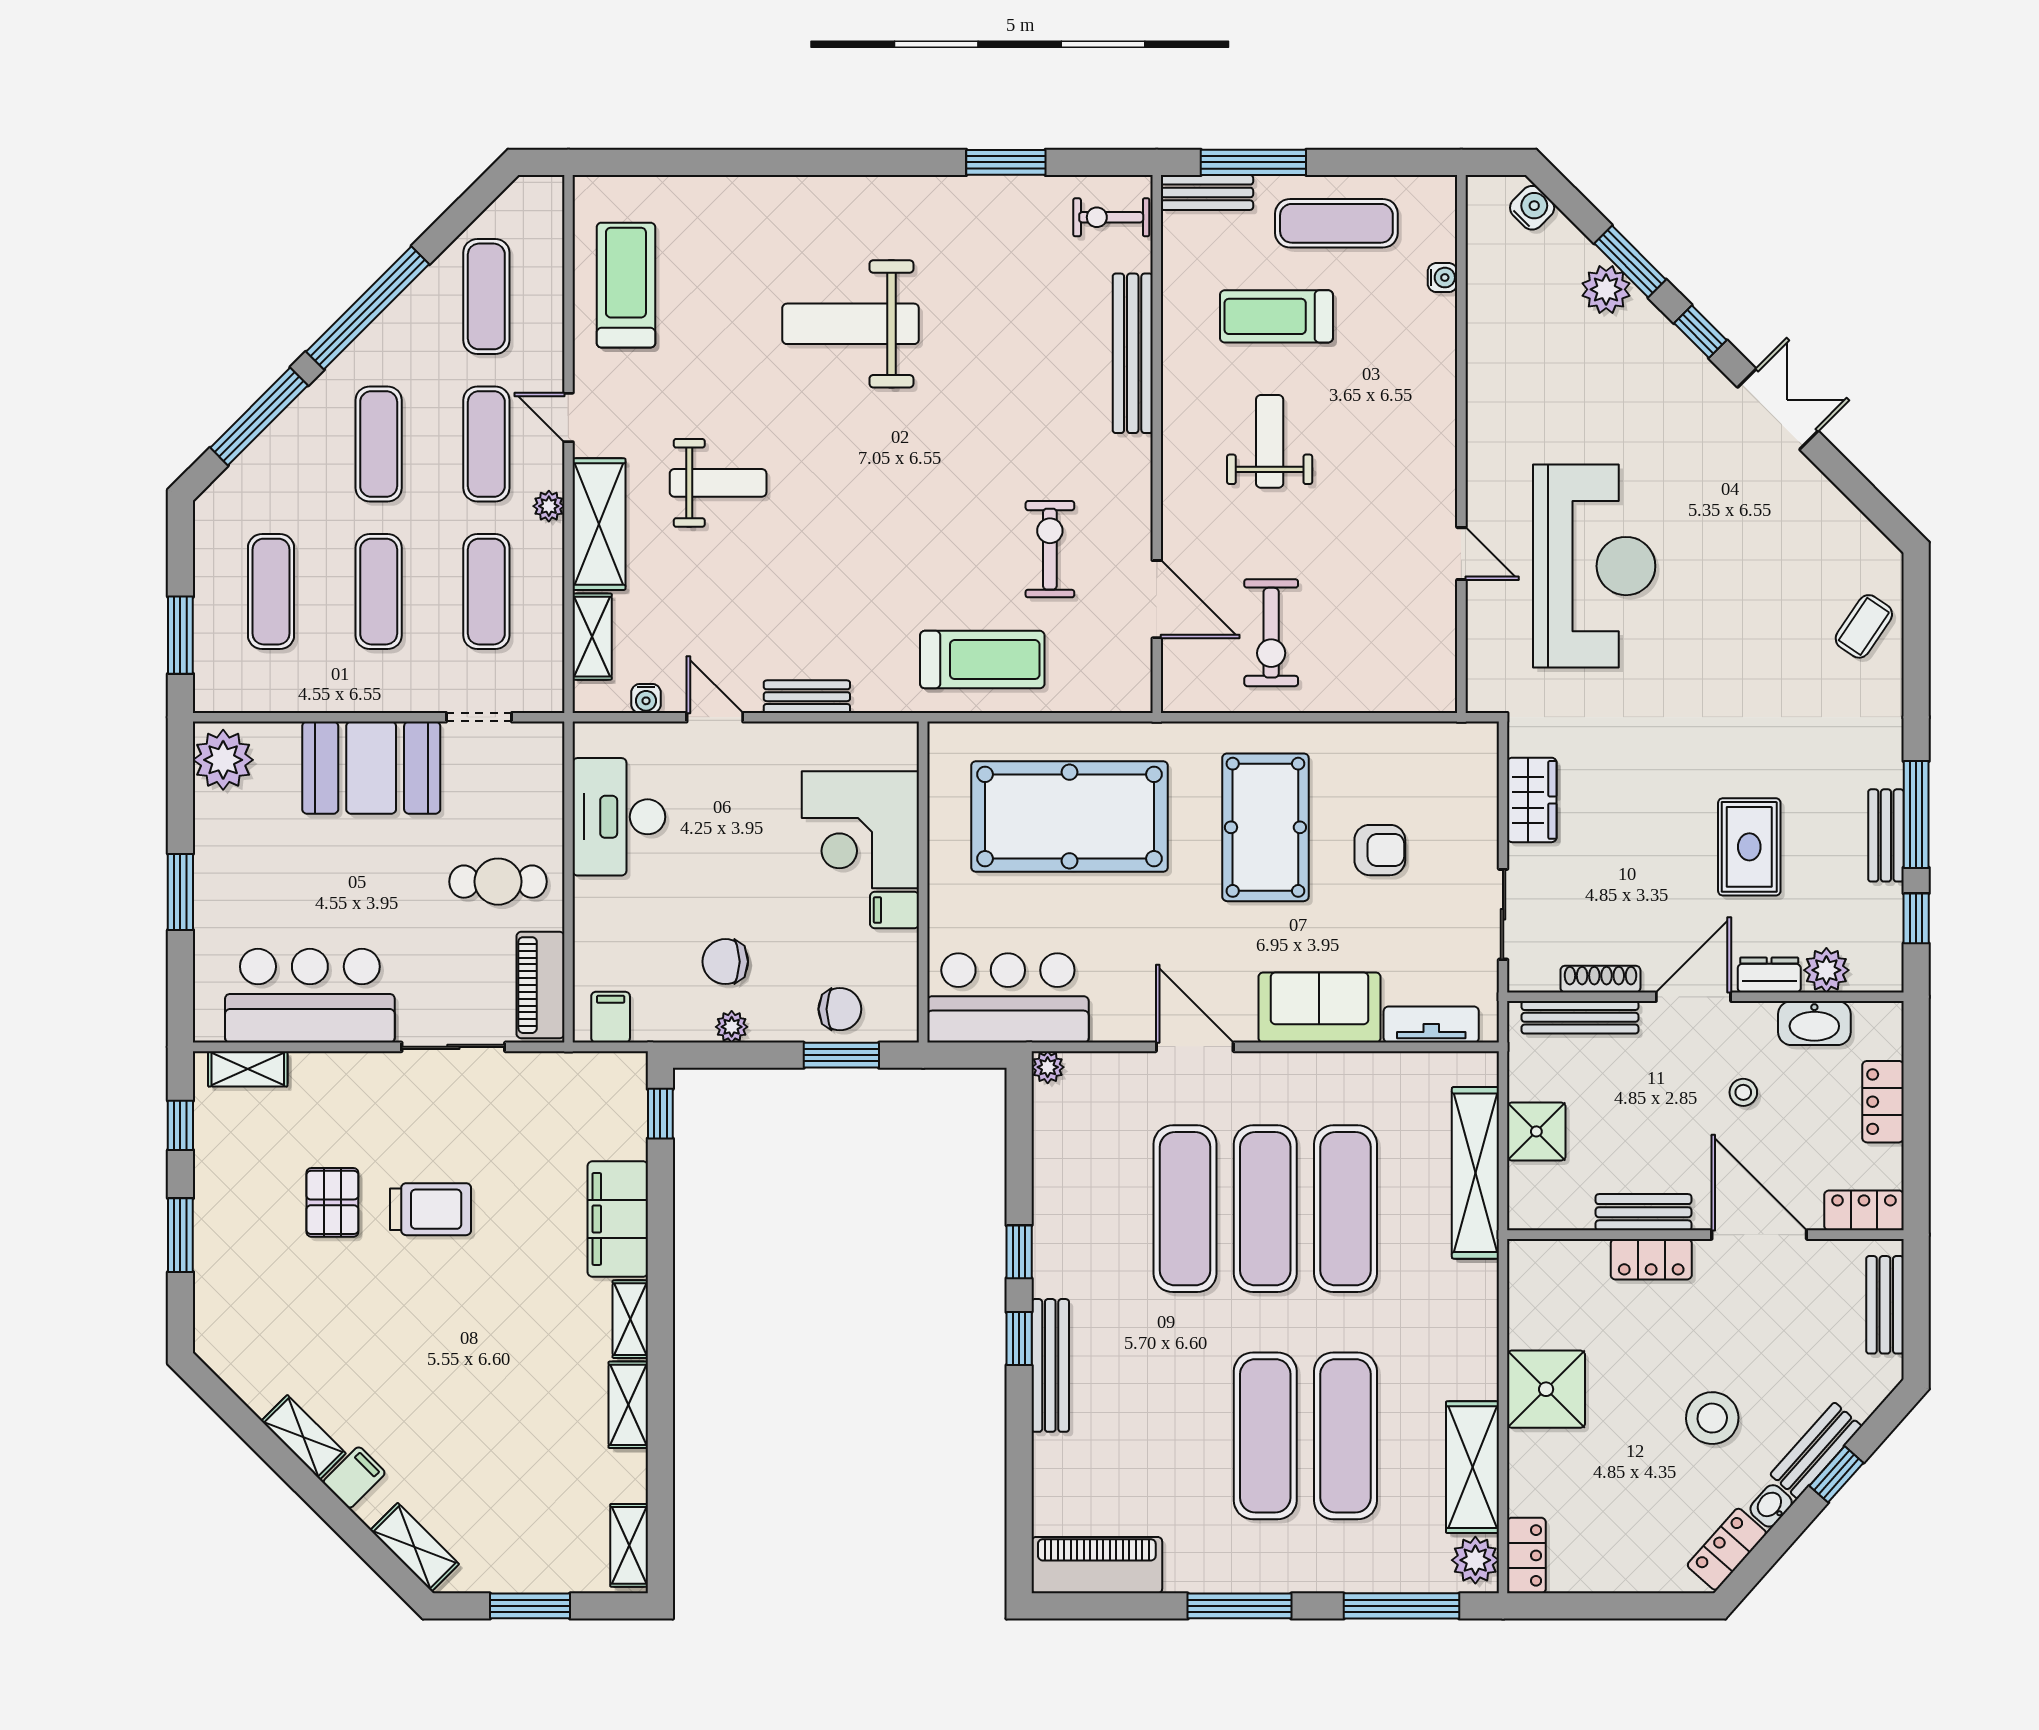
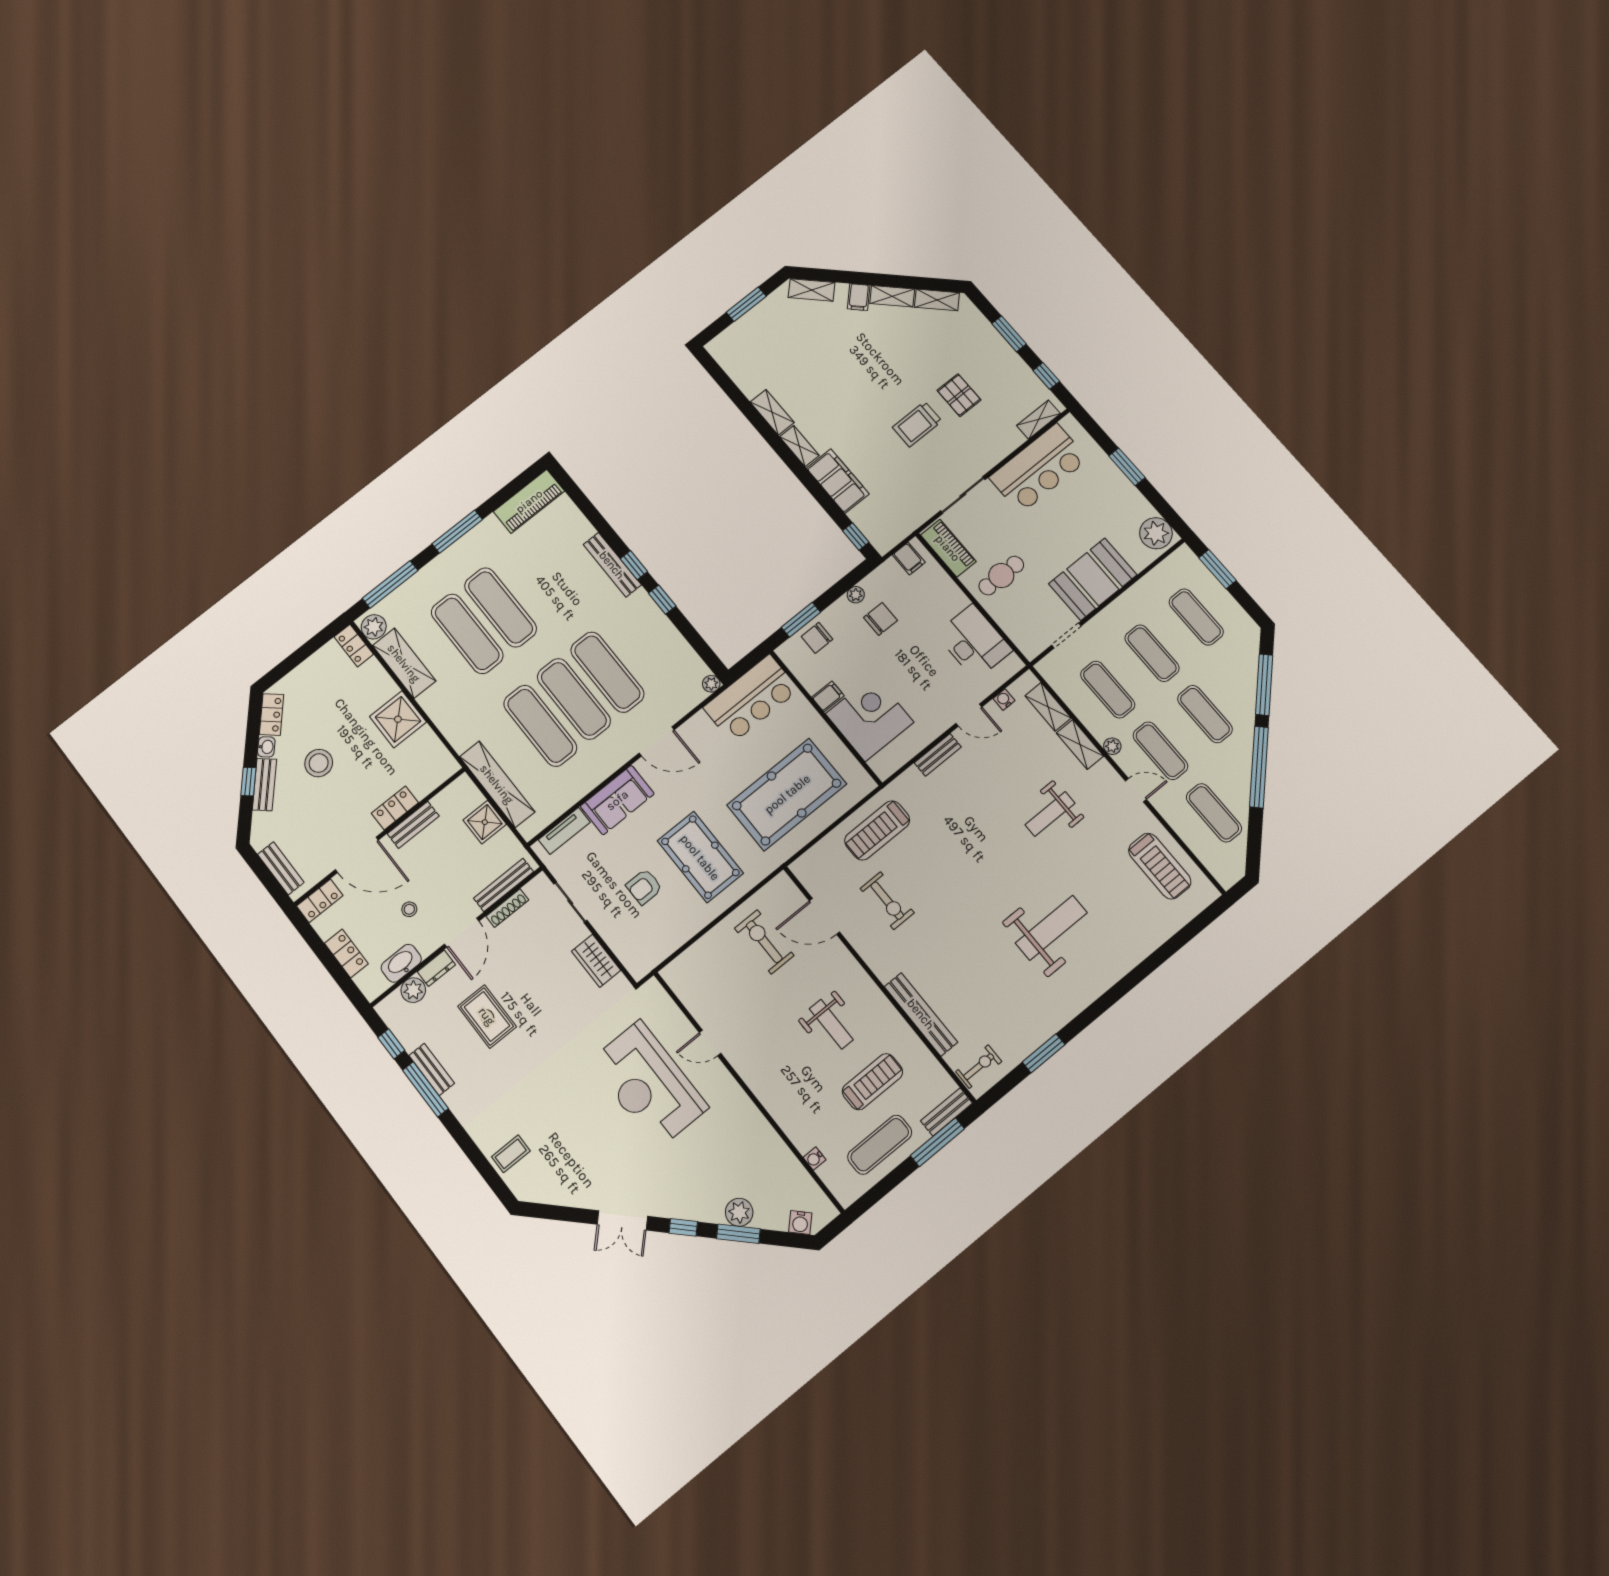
shelving: (599, 524) -> (1080, 744), width x0.67, depth x0.75
coffee table: (1864, 626) -> (511, 1154), turned 56
shelving: (629, 1545) -> (937, 300), moved, turned -45

